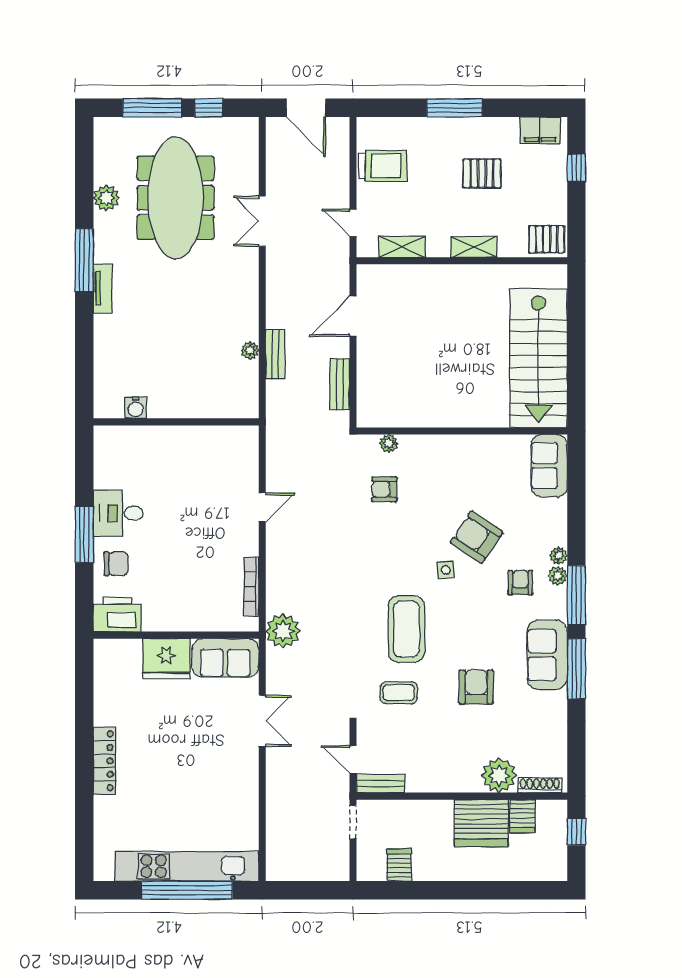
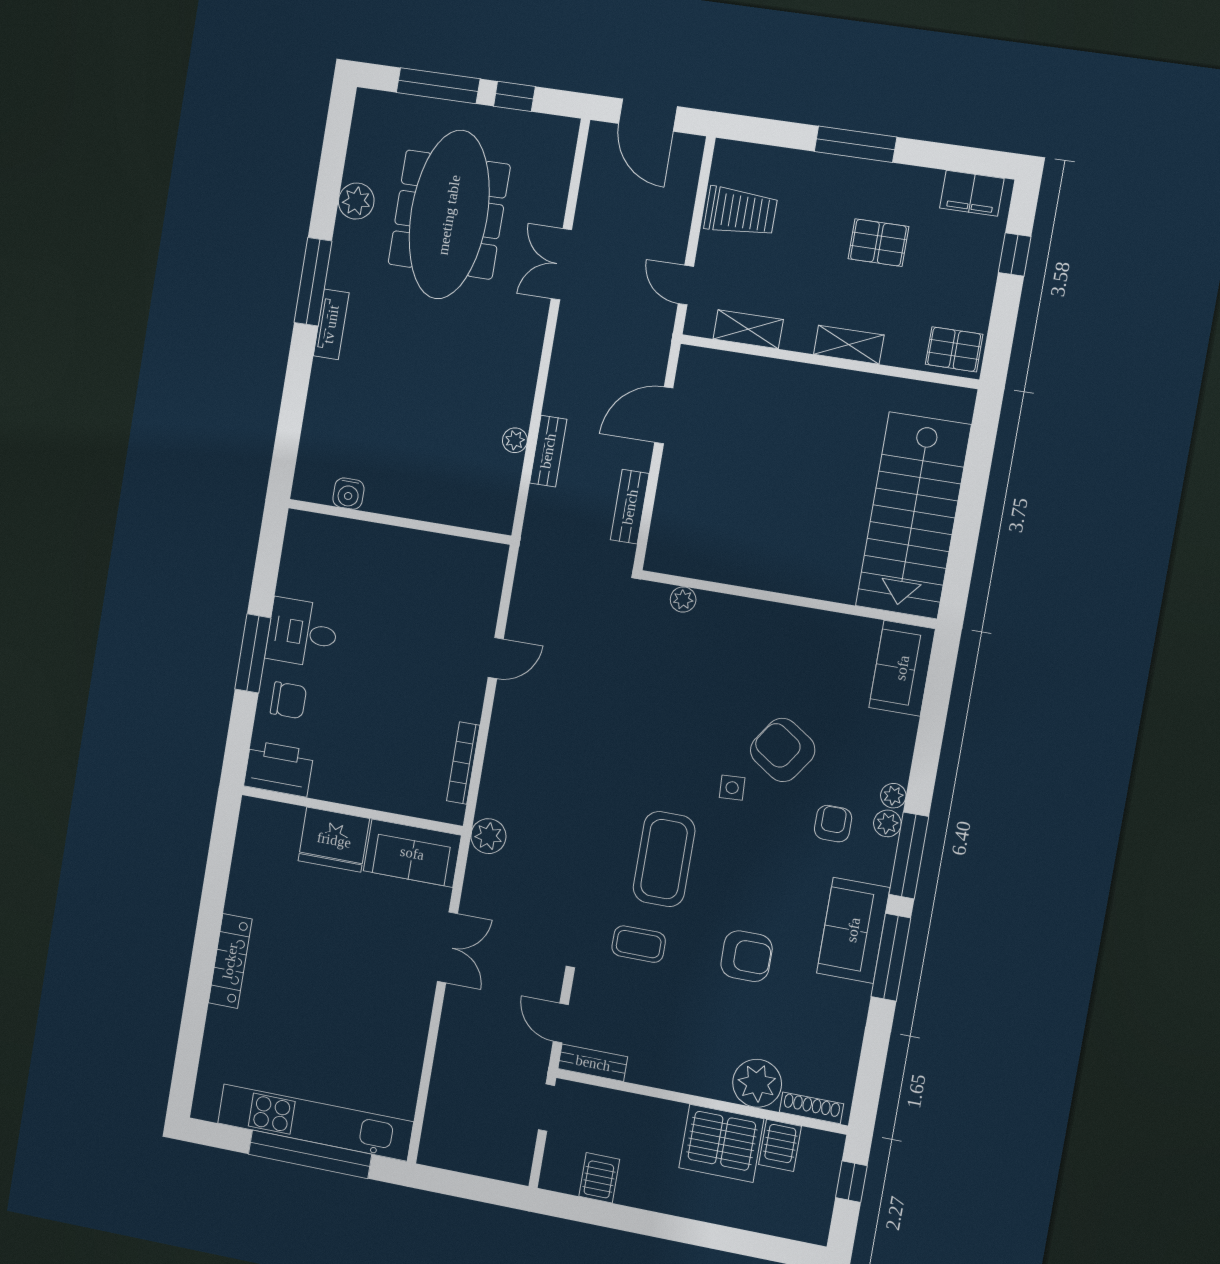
armchair: (384, 489) -> (666, 662), removed
plant: (283, 631) -> (488, 836), width x0.73, depth x0.73
armchair: (476, 687) -> (747, 956), turned 90

